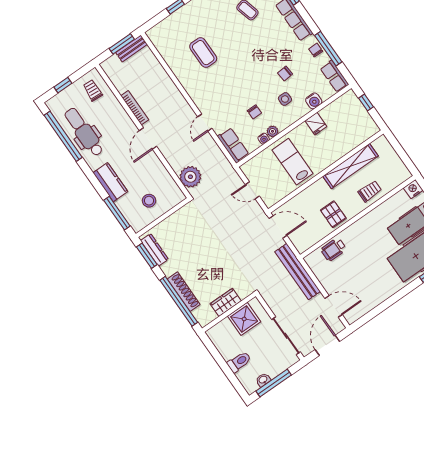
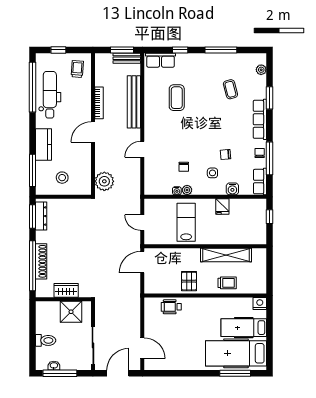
row of seats: (233, 145) -> (161, 60), moved, turned 90
door: (278, 227) -> (142, 262), swing flipped
bench: (298, 272) -> (134, 102), moved

